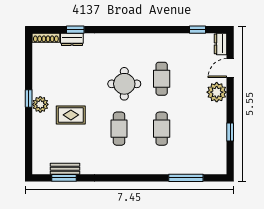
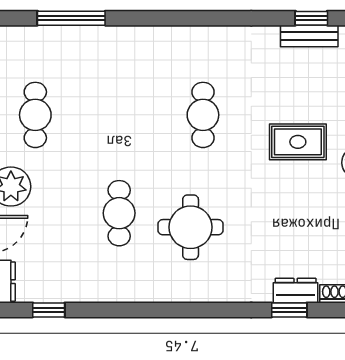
round table: (124, 84) -> (191, 227), moved
cafe table: (162, 129) -> (35, 115), moved
window: (64, 178) -> (311, 18), width x0.67

